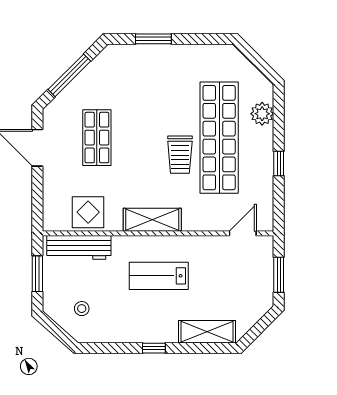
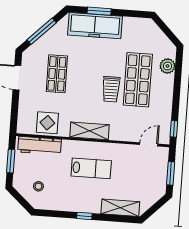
freezer: (149, 61) -> (95, 26), added
shop shelf: (219, 138) -> (138, 80), width x0.71
window: (279, 164) -> (174, 129), moved
lab bench: (159, 276) -> (91, 168), turned 180

